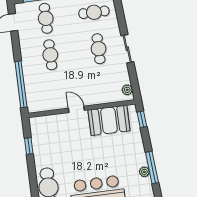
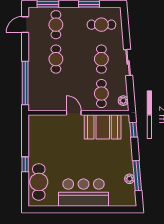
cafe table: (103, 85) -> (101, 94), added
window: (29, 146) -> (25, 164), moved

